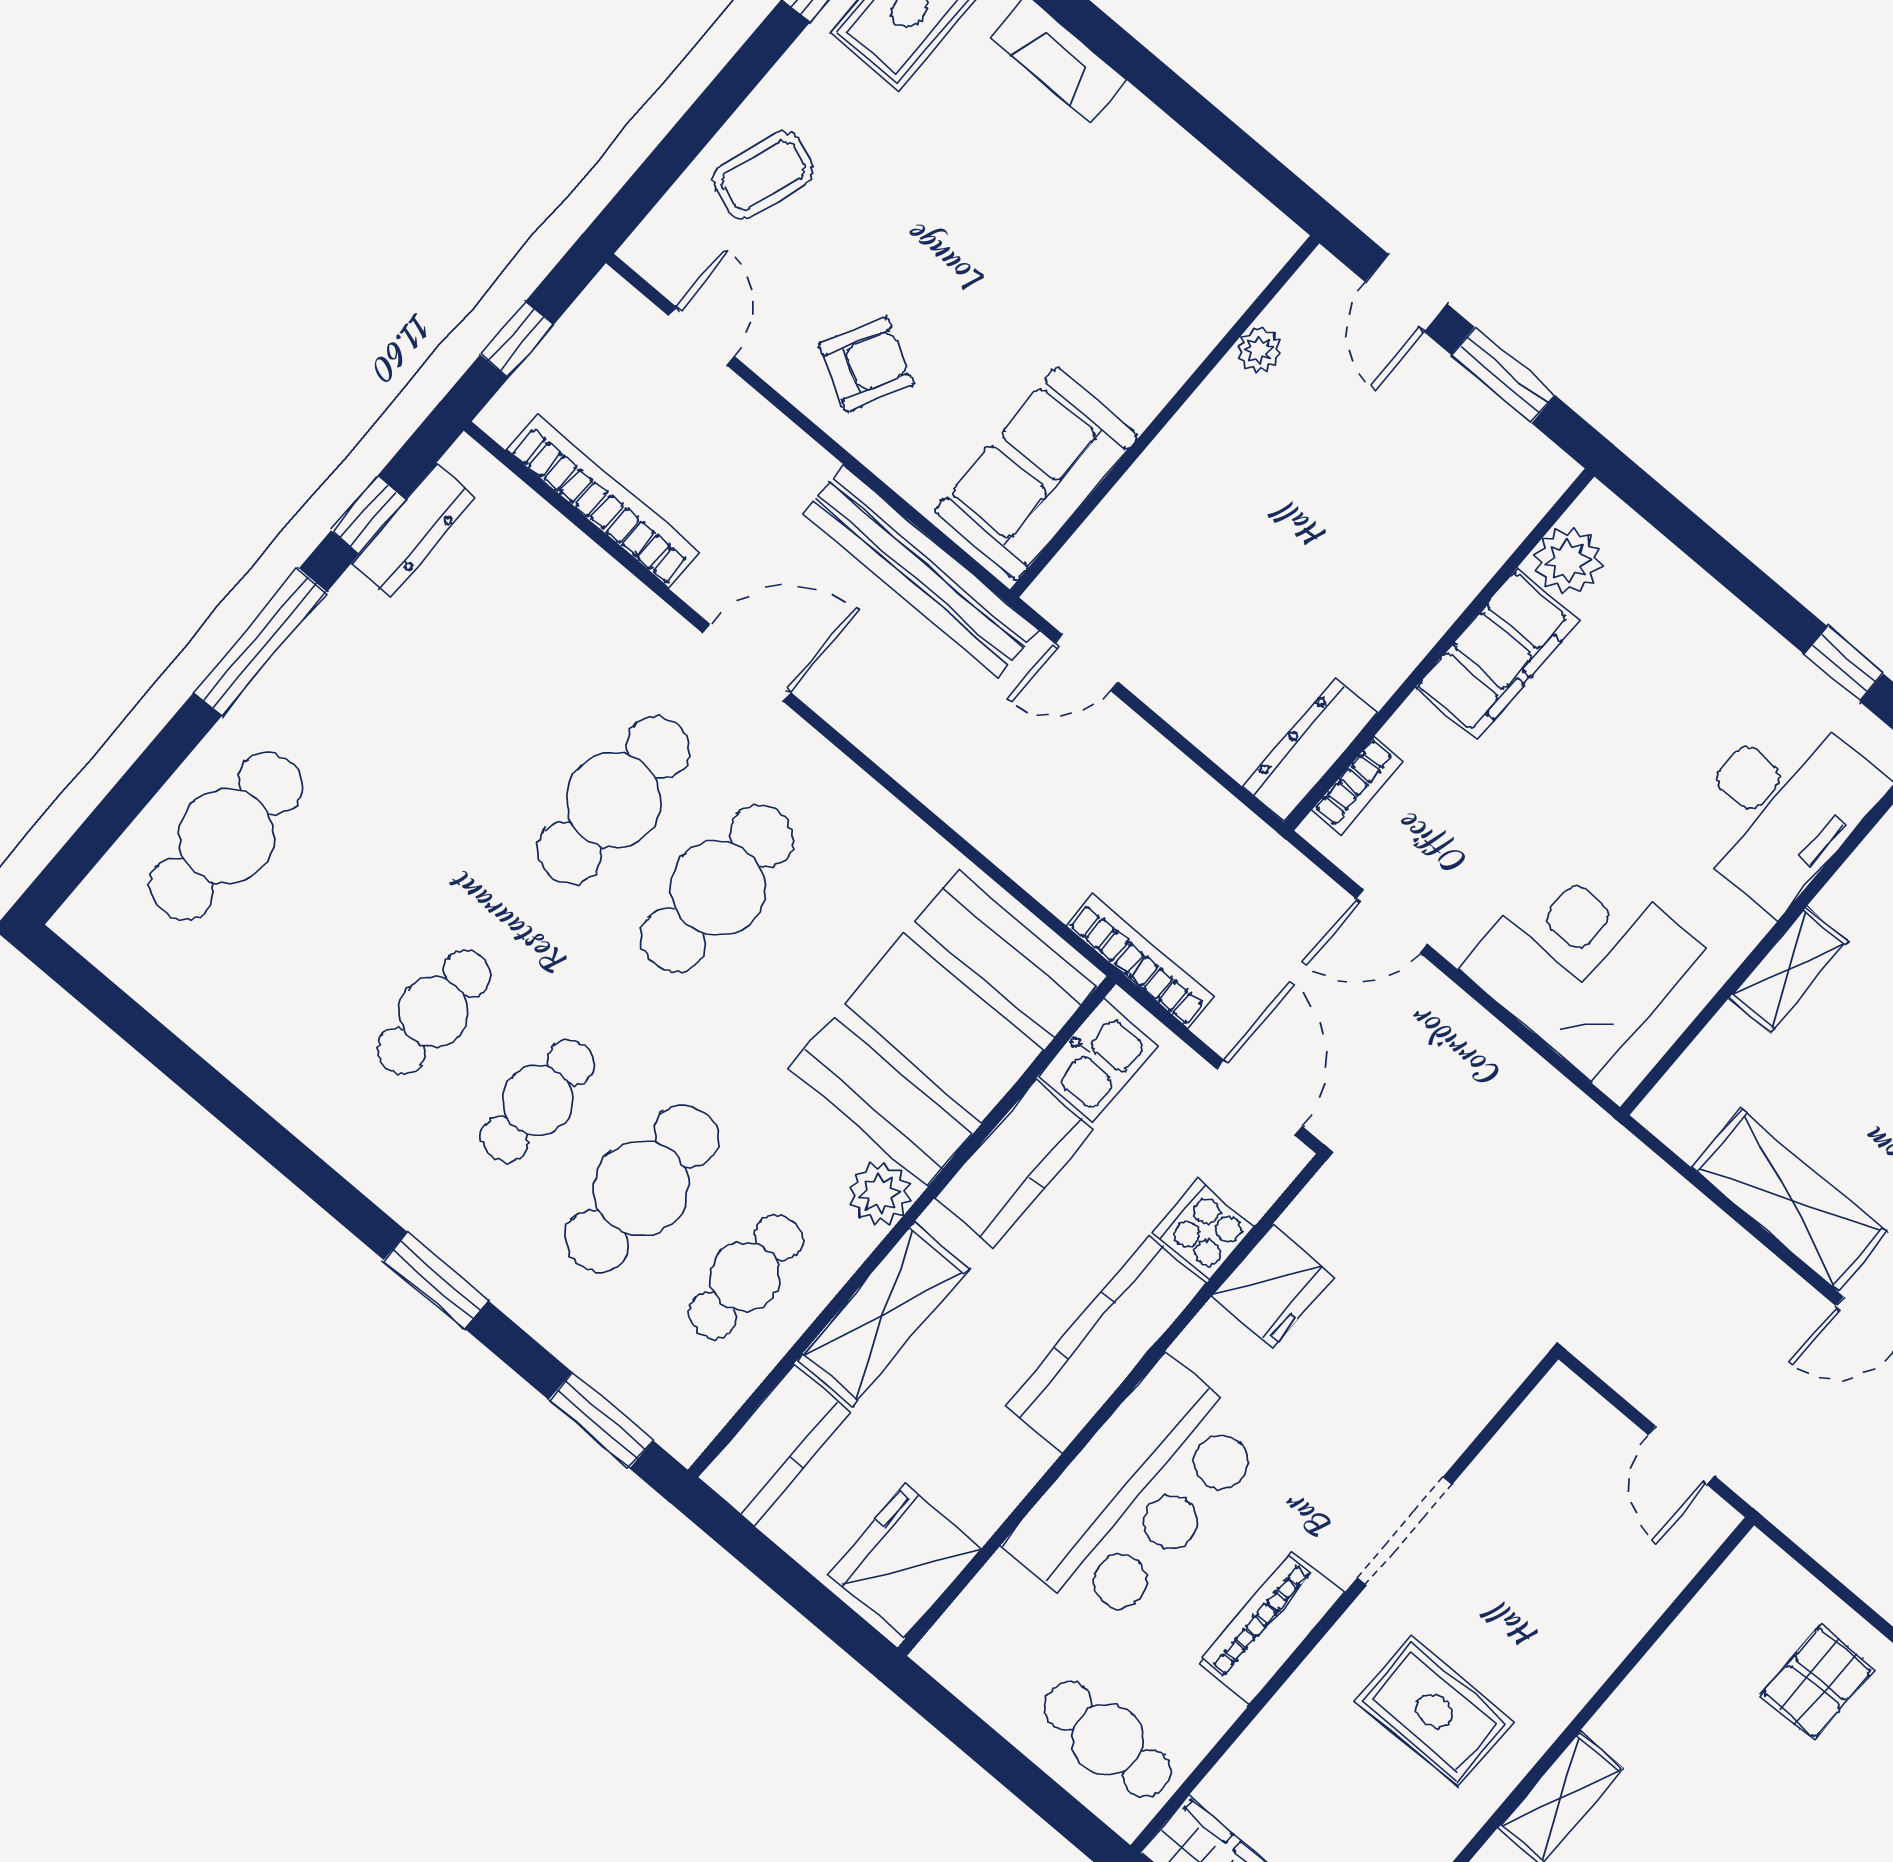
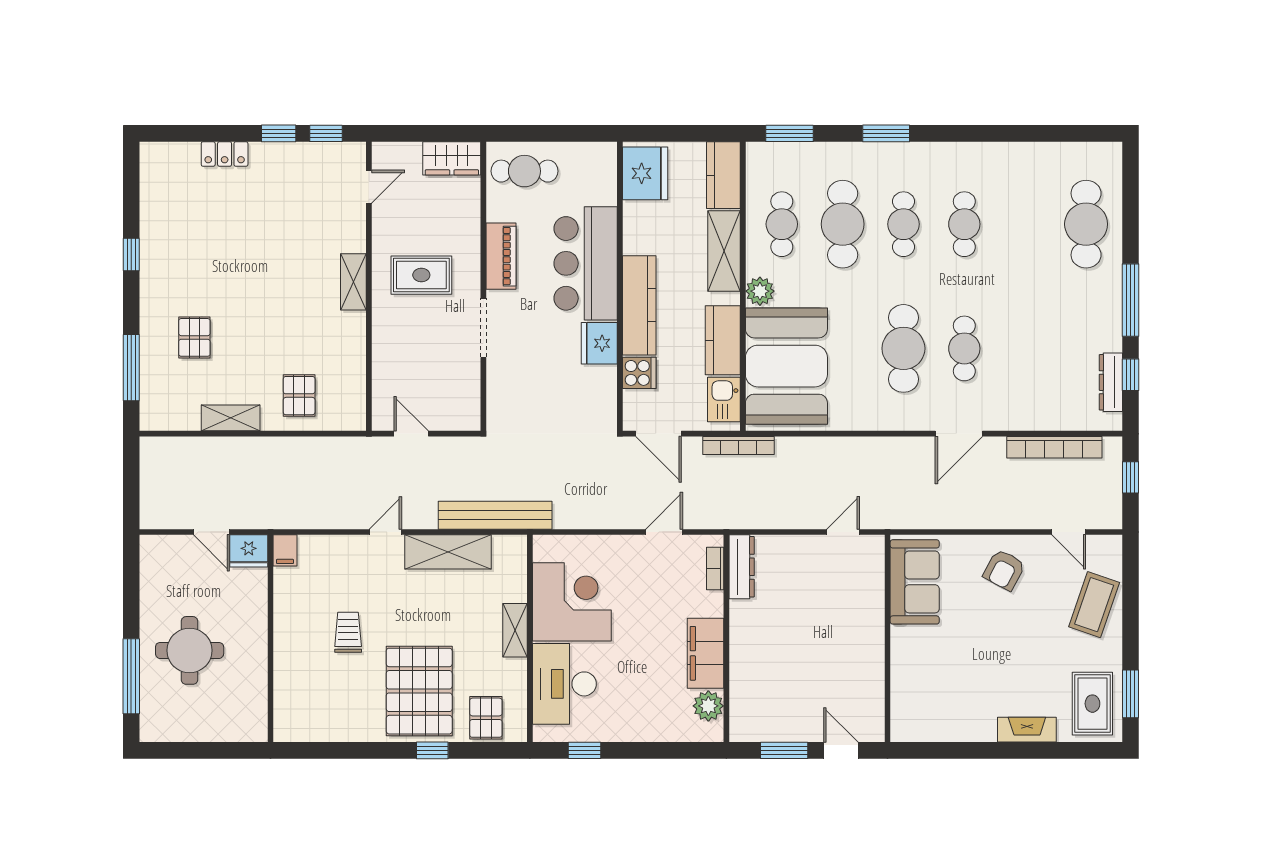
coffee table: (763, 175) -> (1094, 605), width x1.36, depth x1.30
plant: (1259, 350) -> (874, 688), removed
bench: (921, 571) -> (495, 515), moved
cafe table: (614, 800) -> (964, 348), width x0.73, depth x0.74
corner desk: (1581, 959) -> (572, 602), moved, turned -90
fridge: (1273, 1286) -> (599, 343), moved

